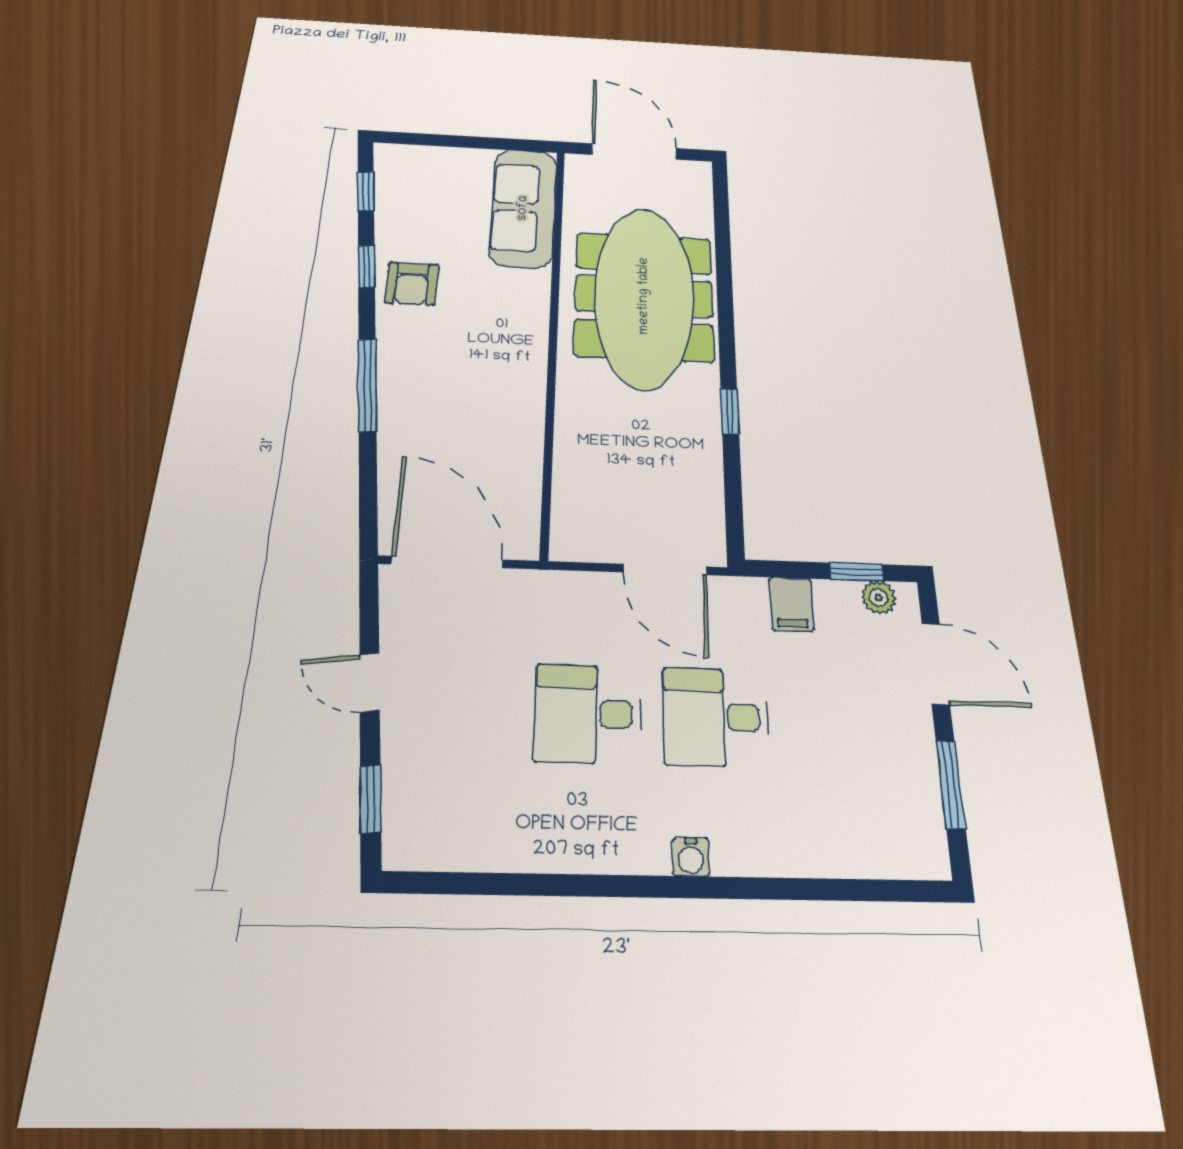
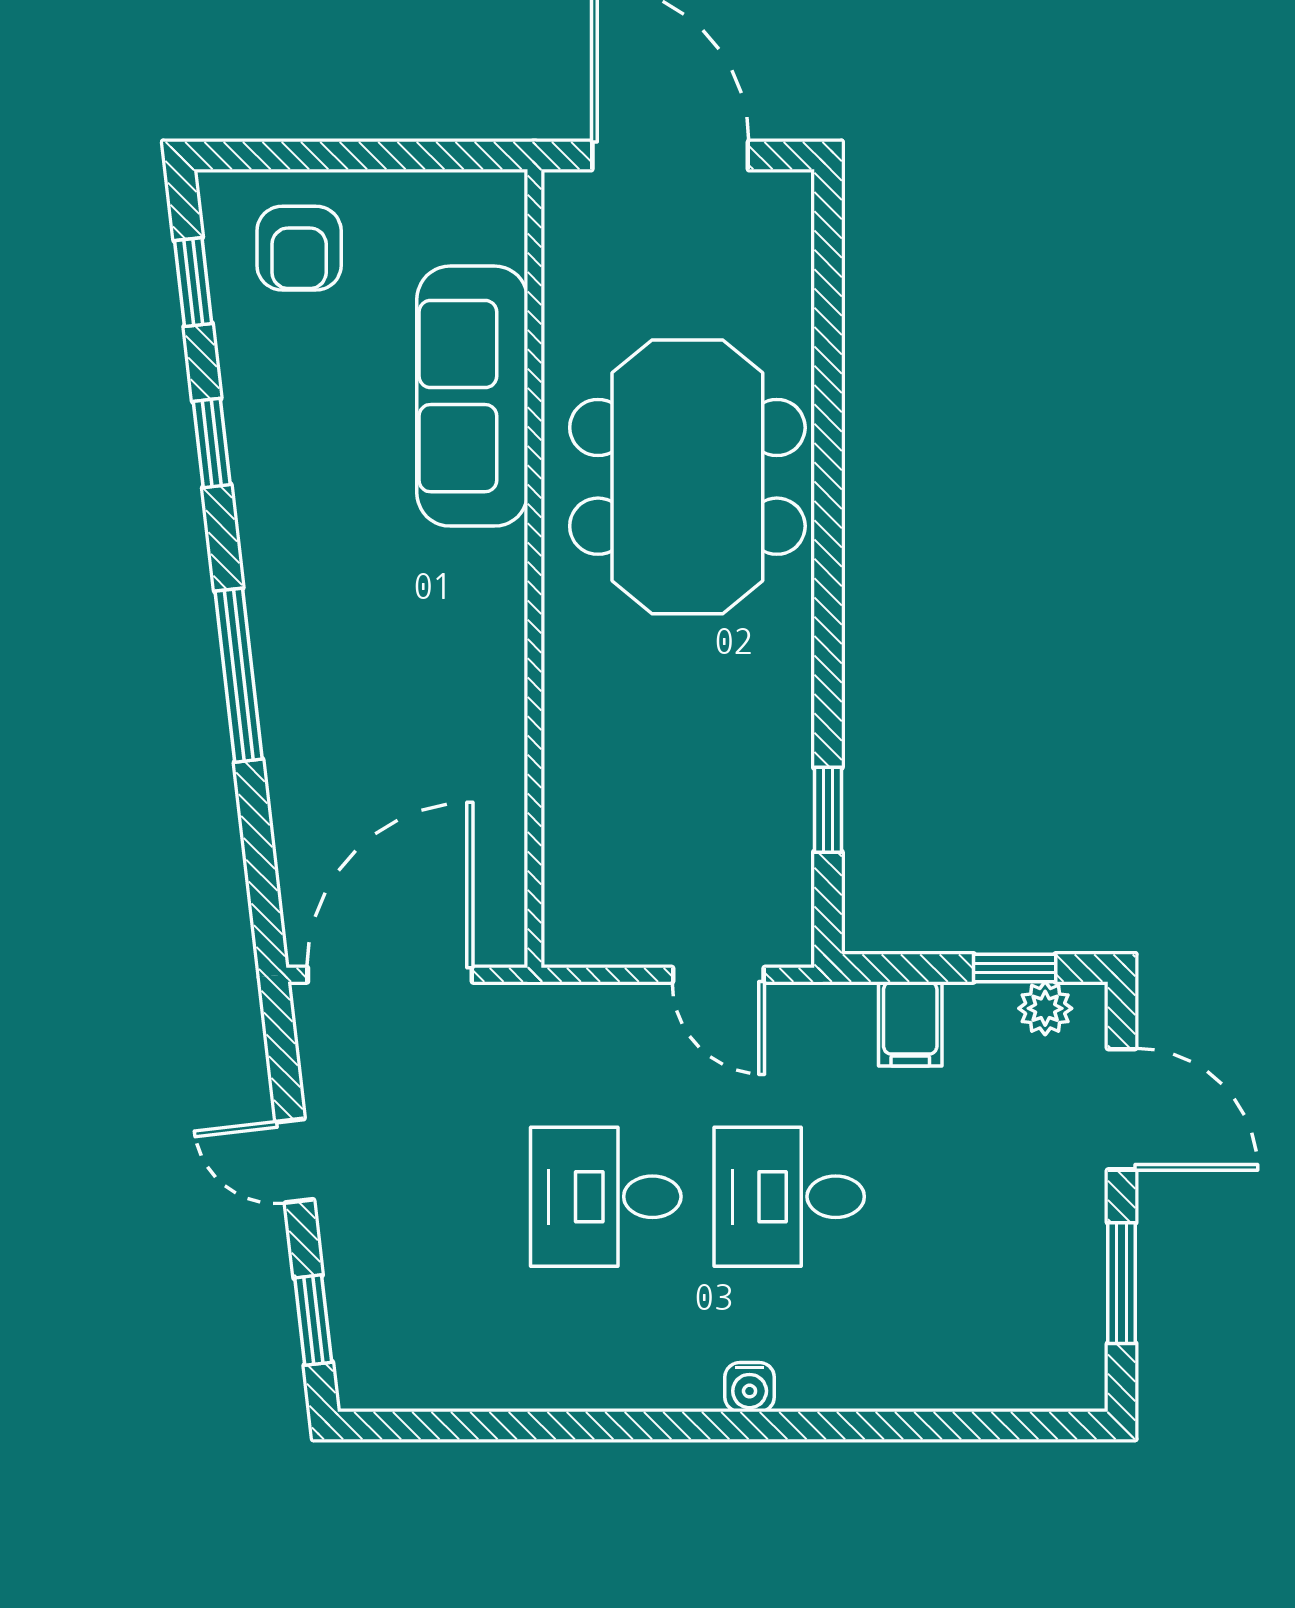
sofa: (523, 208) -> (472, 396), moved
armchair: (412, 284) -> (299, 248), moved
meeting table: (644, 296) -> (687, 477), width x0.73
window: (730, 411) -> (828, 810), moved
door: (447, 562) -> (390, 975), hinge flipped
door: (665, 569) -> (718, 975), width x0.73

